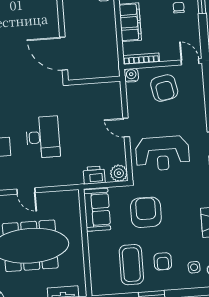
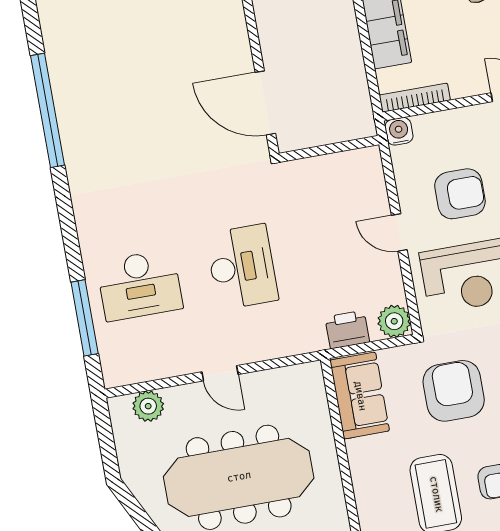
armchair: (164, 88) -> (460, 194), moved, turned -79

